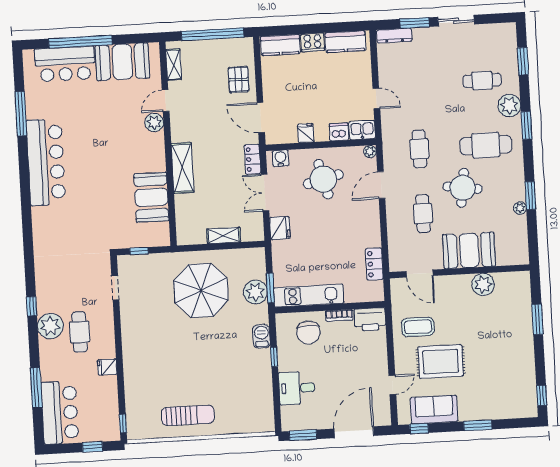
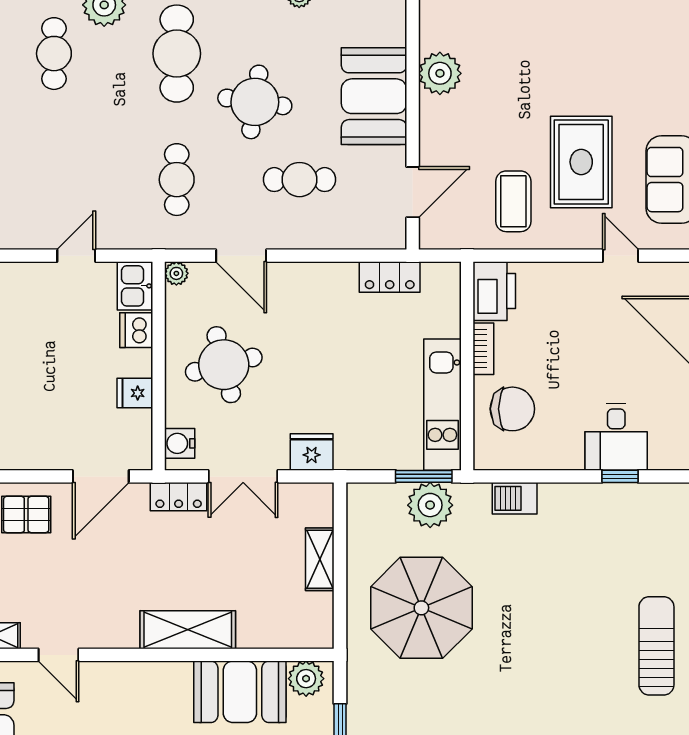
plant: (154, 123) -> (306, 679), moved
cafe table: (419, 149) -> (177, 180), turned 90
window: (274, 357) -> (620, 476), moved

